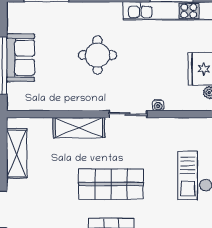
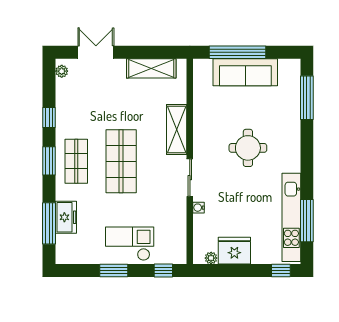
sofa: (21, 58) -> (245, 72), width x1.36

